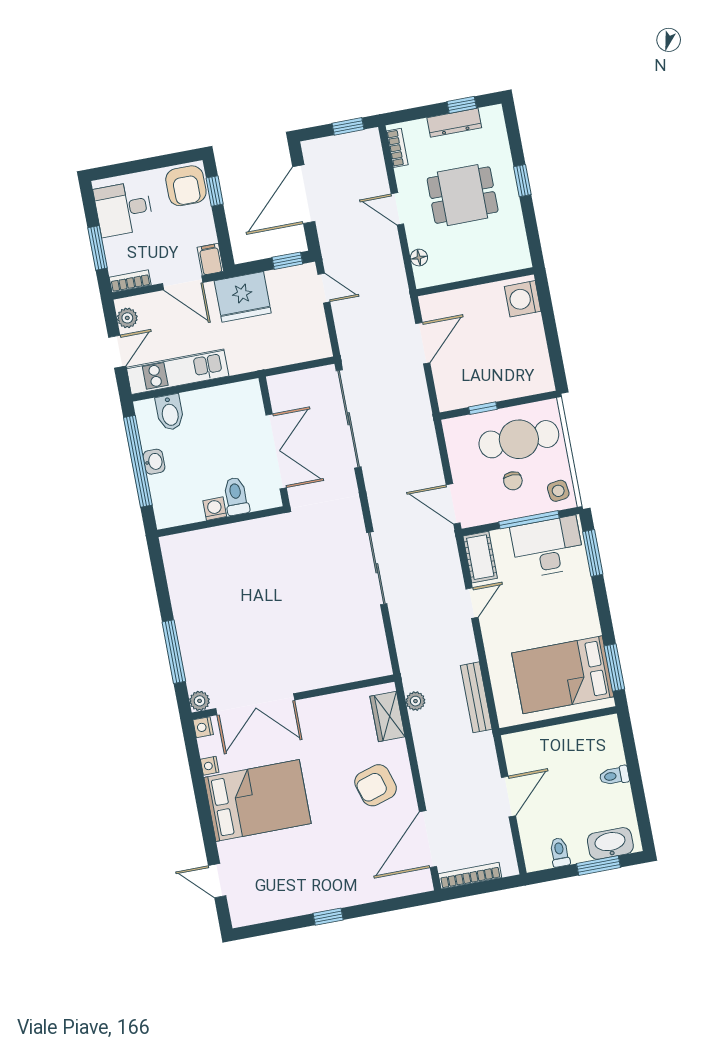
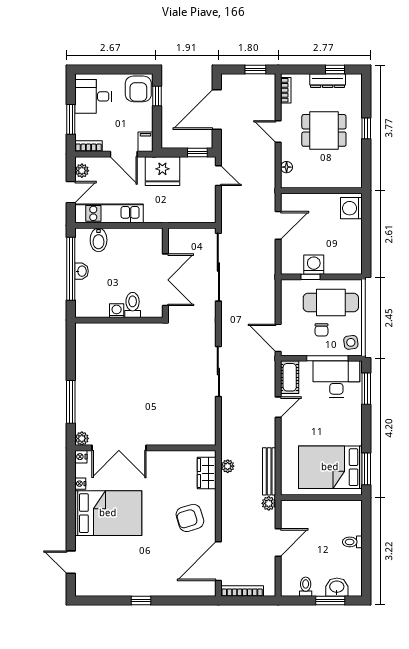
washing machine: (484, 390) -> (314, 265), added
plant: (484, 743) -> (269, 503), added
washbasin: (610, 843) -> (337, 587), width x0.72

